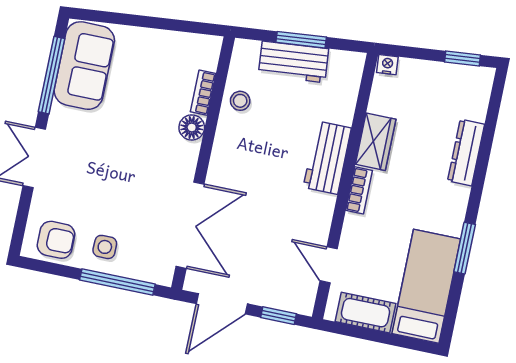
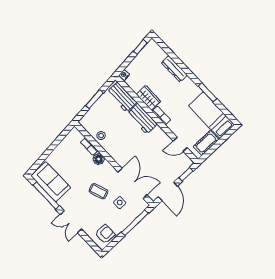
workbench: (294, 62) -> (122, 97), moved, turned 95
coffee table: (130, 170) -> (98, 191), added
side table: (105, 247) -> (120, 203), moved

